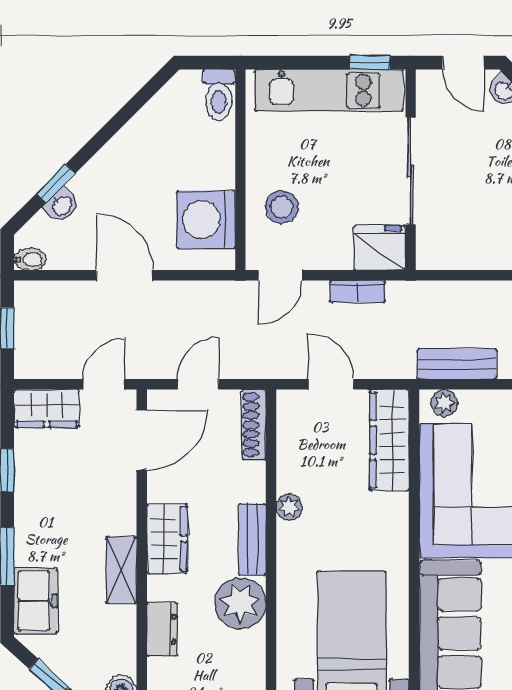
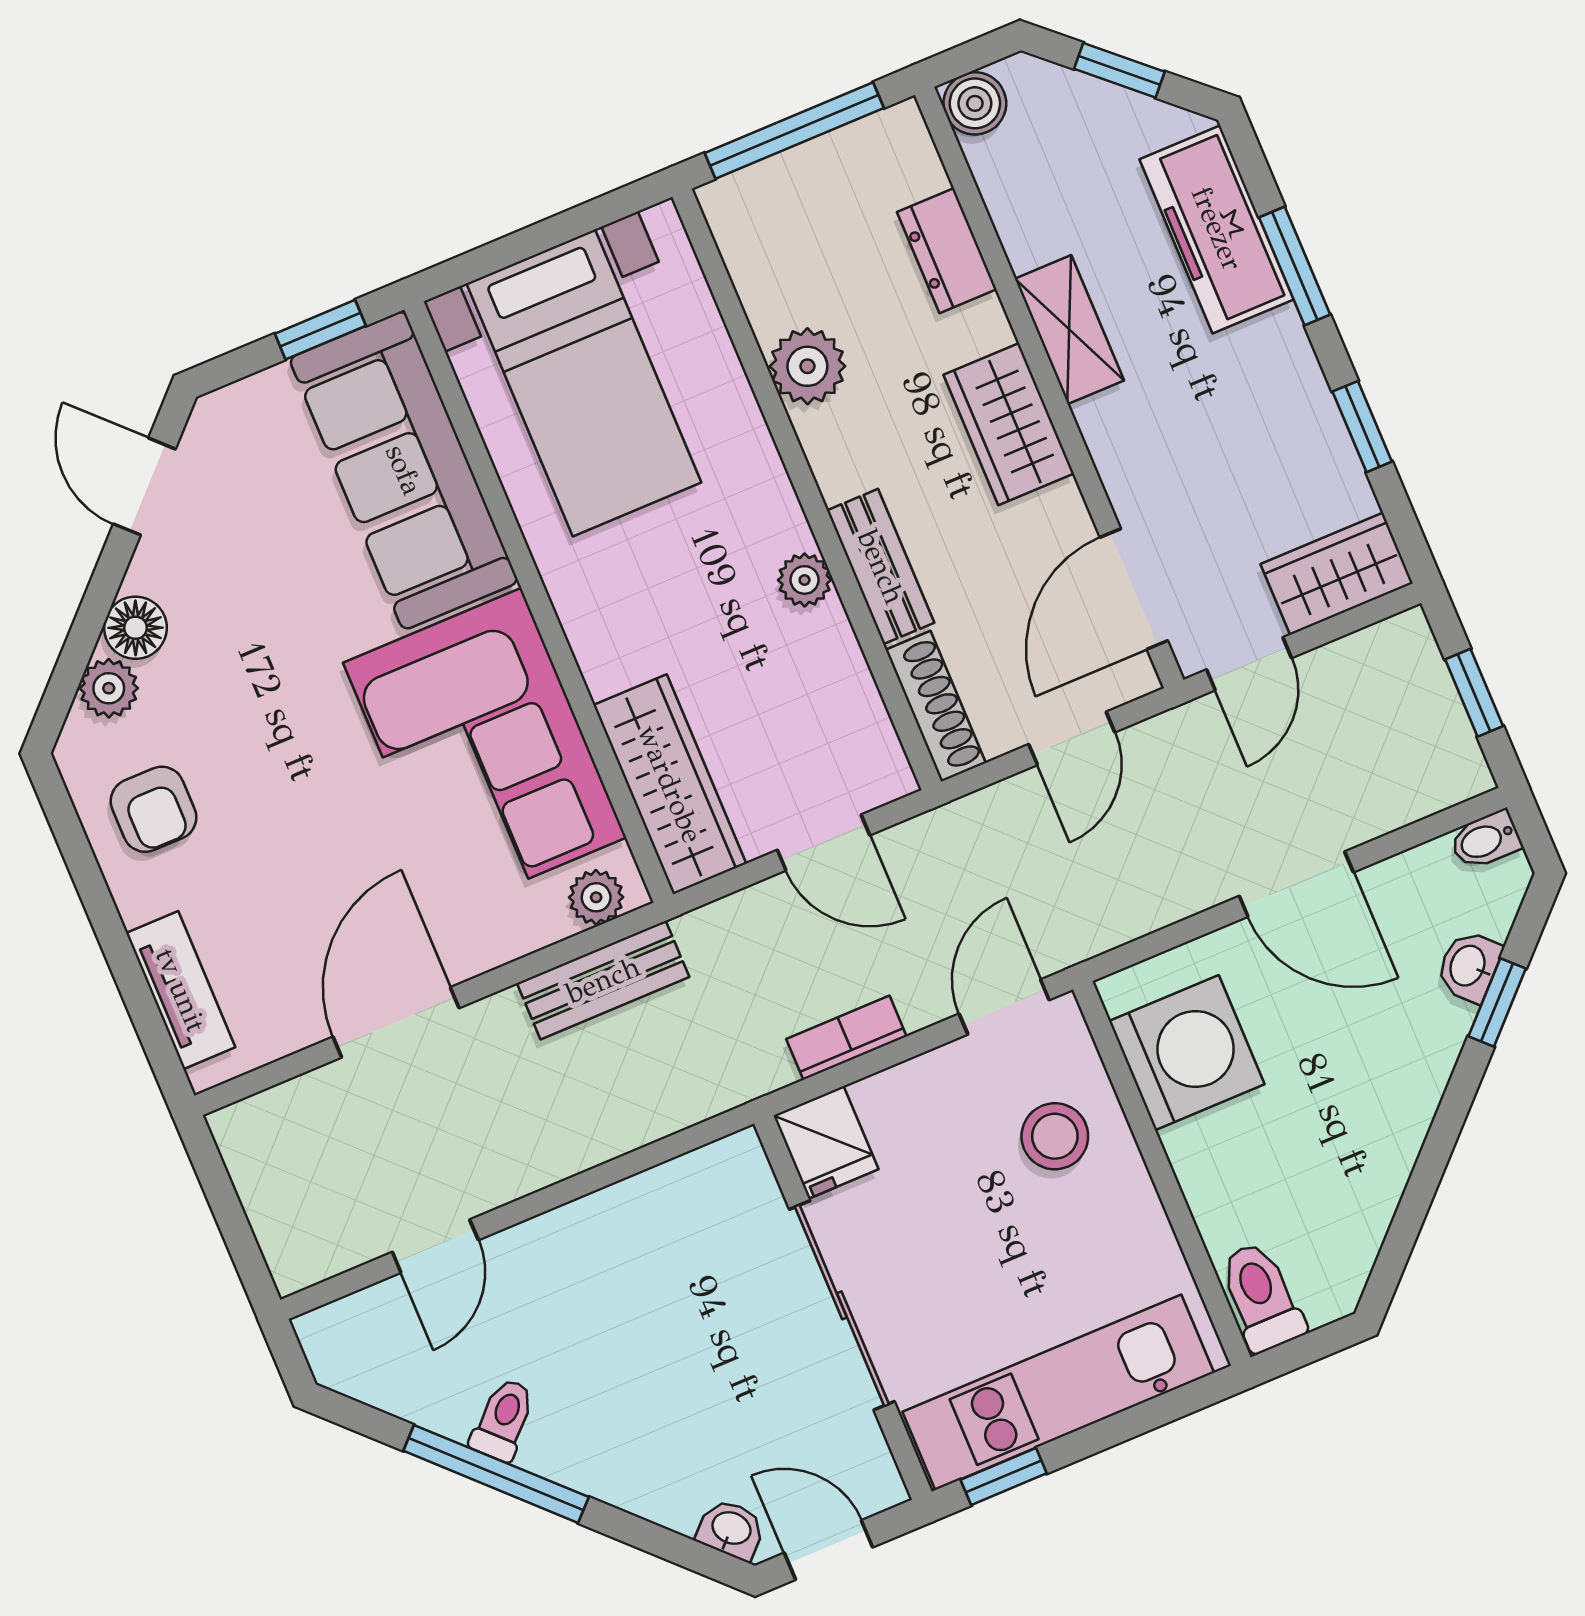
fridge: (380, 248) -> (826, 1142), width x0.72
bench: (252, 539) -> (881, 567), moved
freezer: (36, 601) -> (1217, 229), width x1.40
plant: (240, 603) -> (807, 366), width x0.73, depth x0.73

